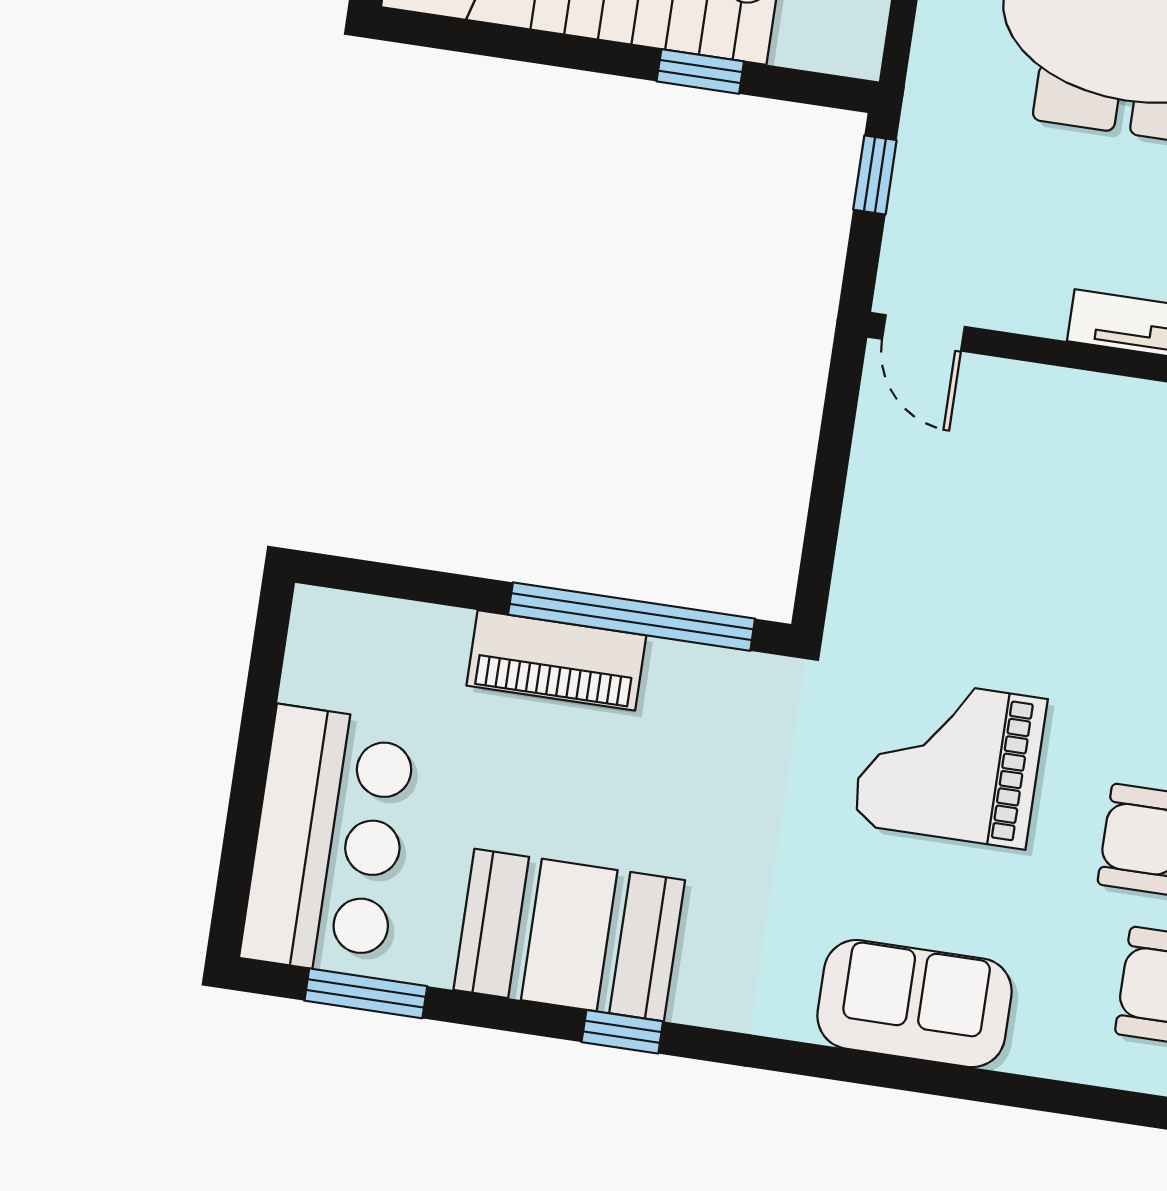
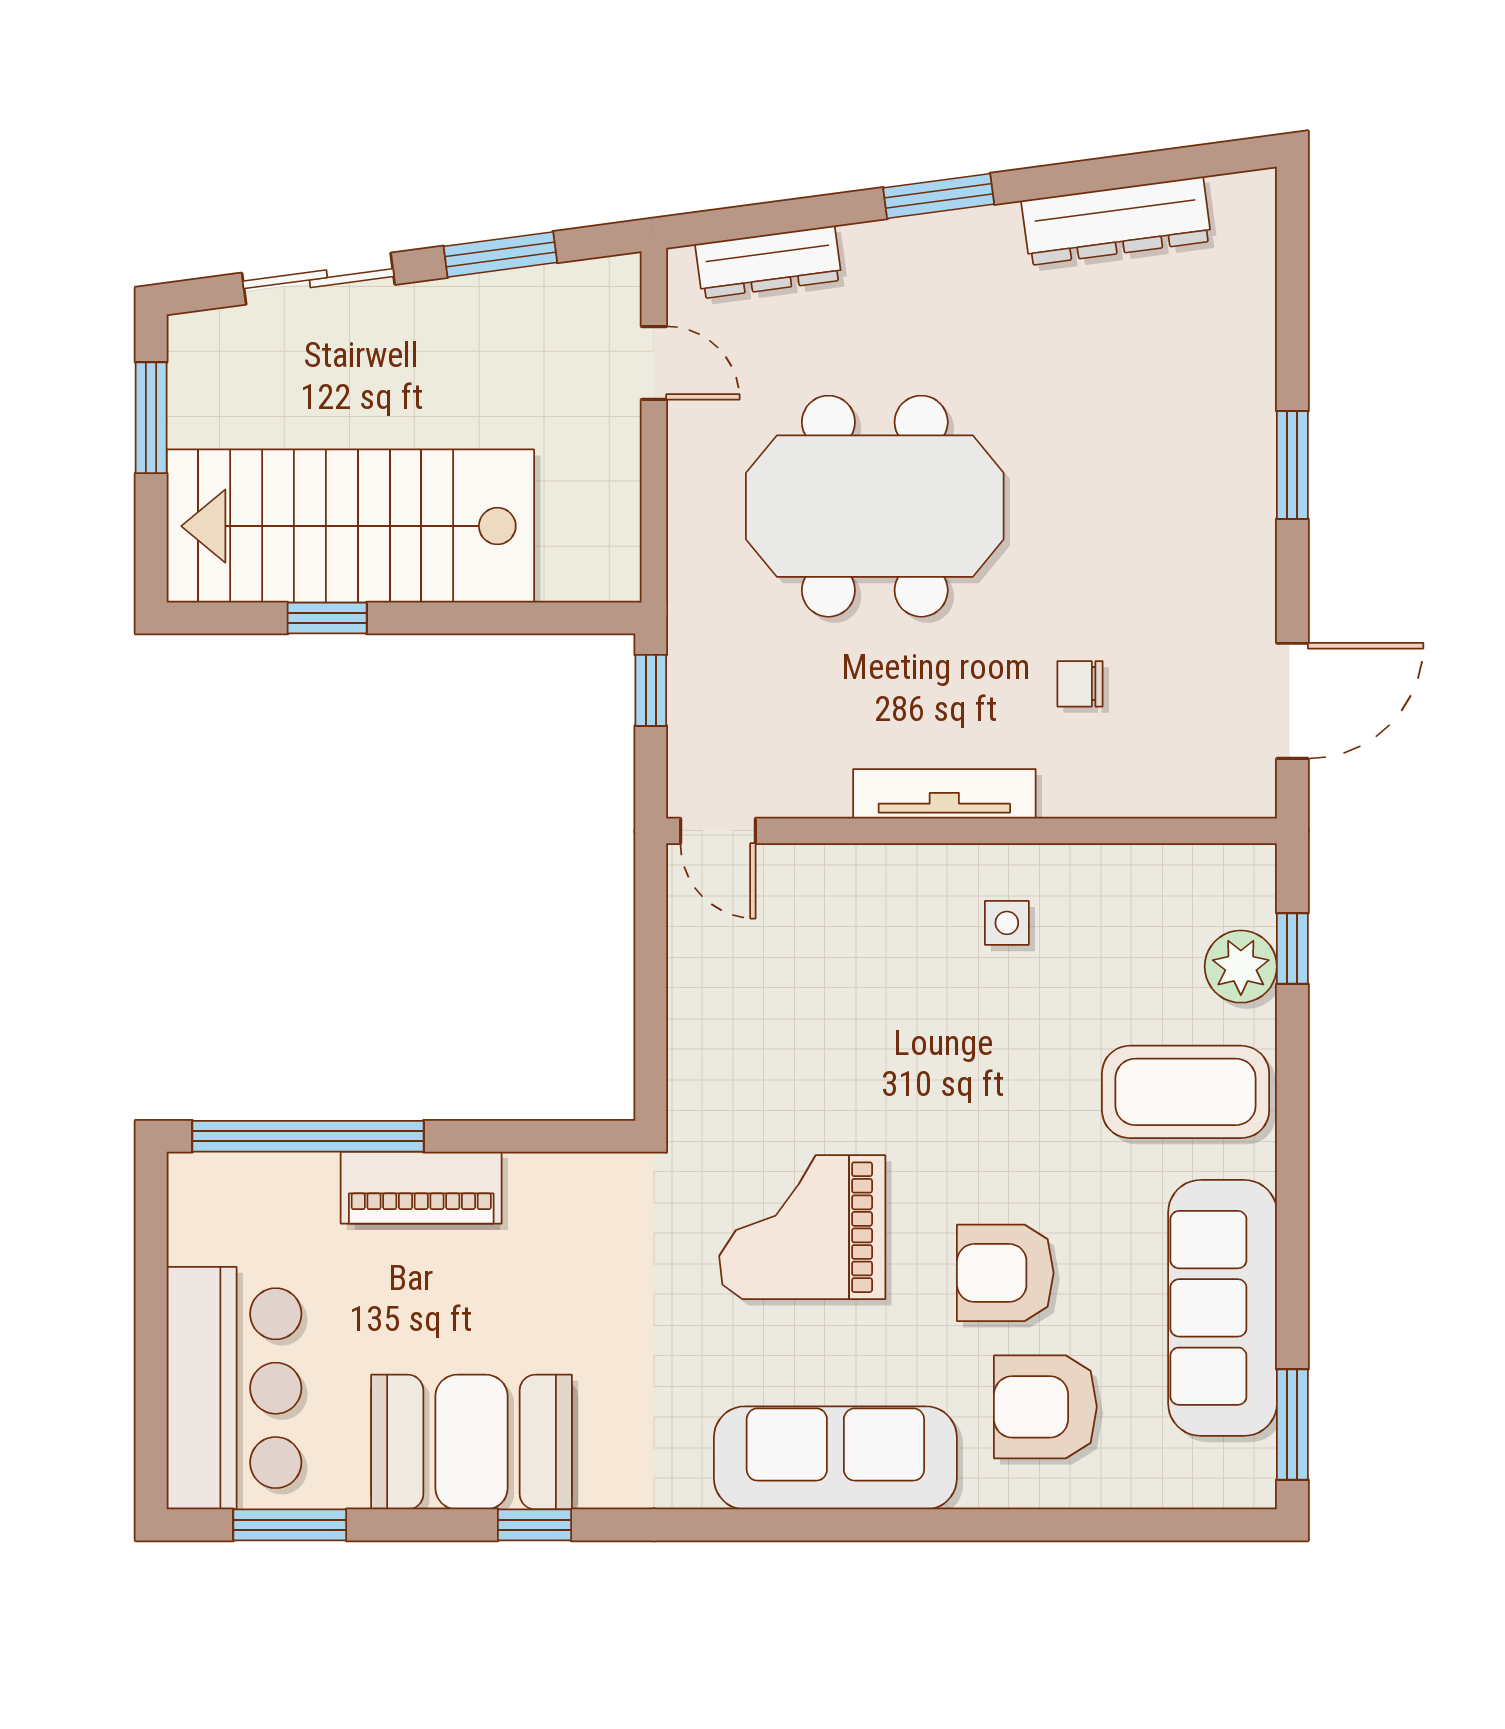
window: (700, 71) -> (327, 618), moved
window: (632, 617) -> (308, 1136), moved
sofa: (914, 1004) -> (835, 1458), width x1.36

